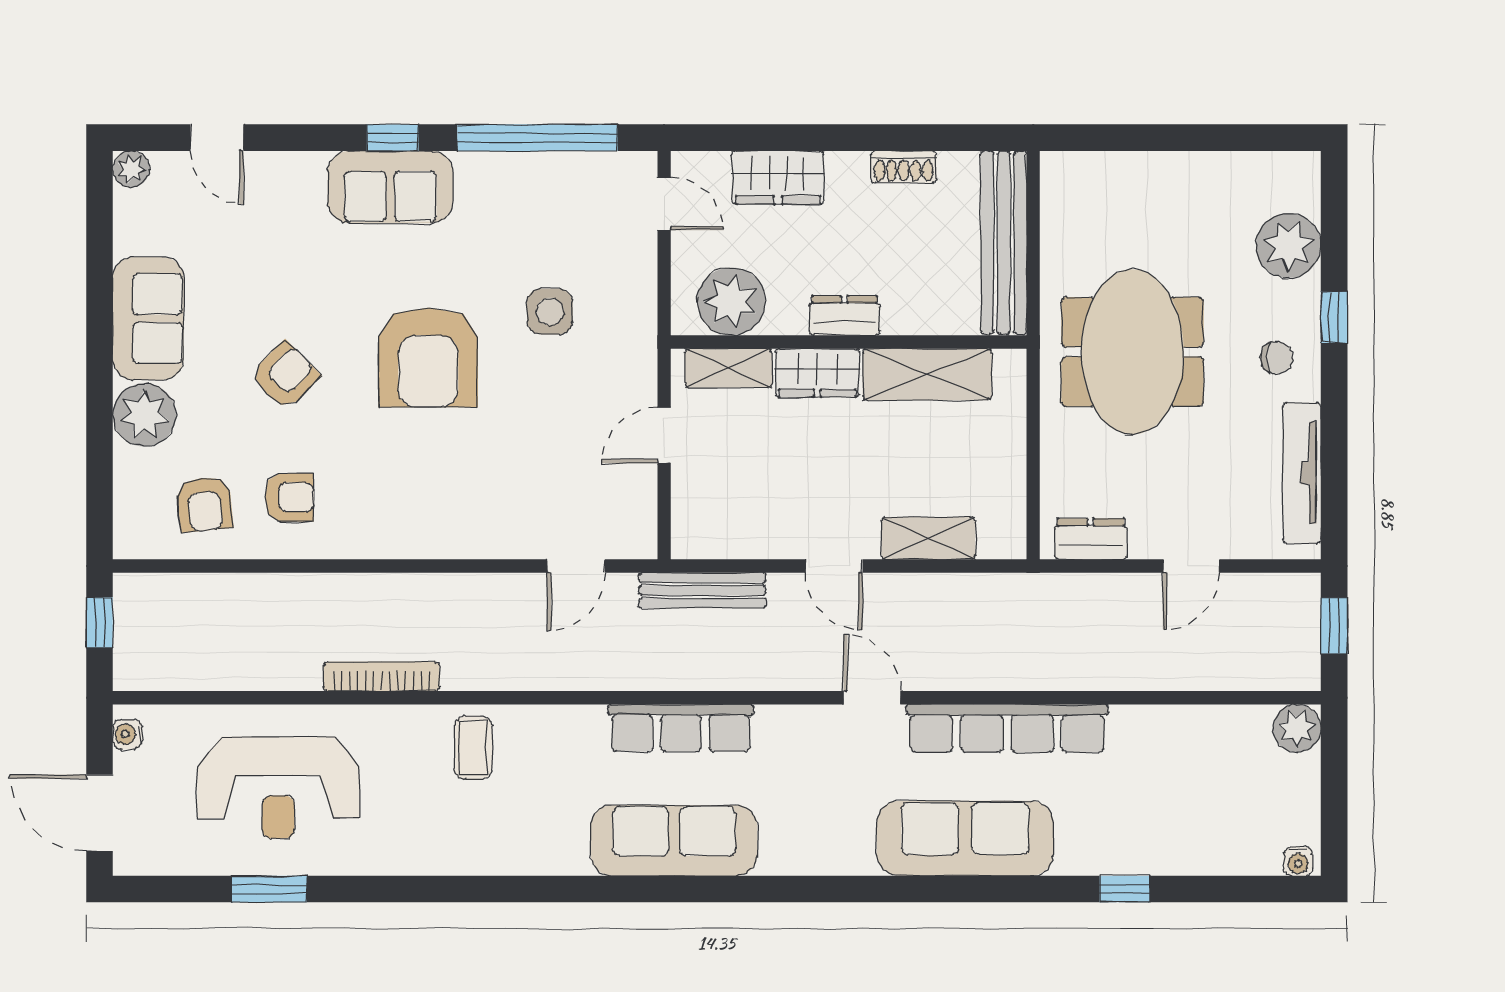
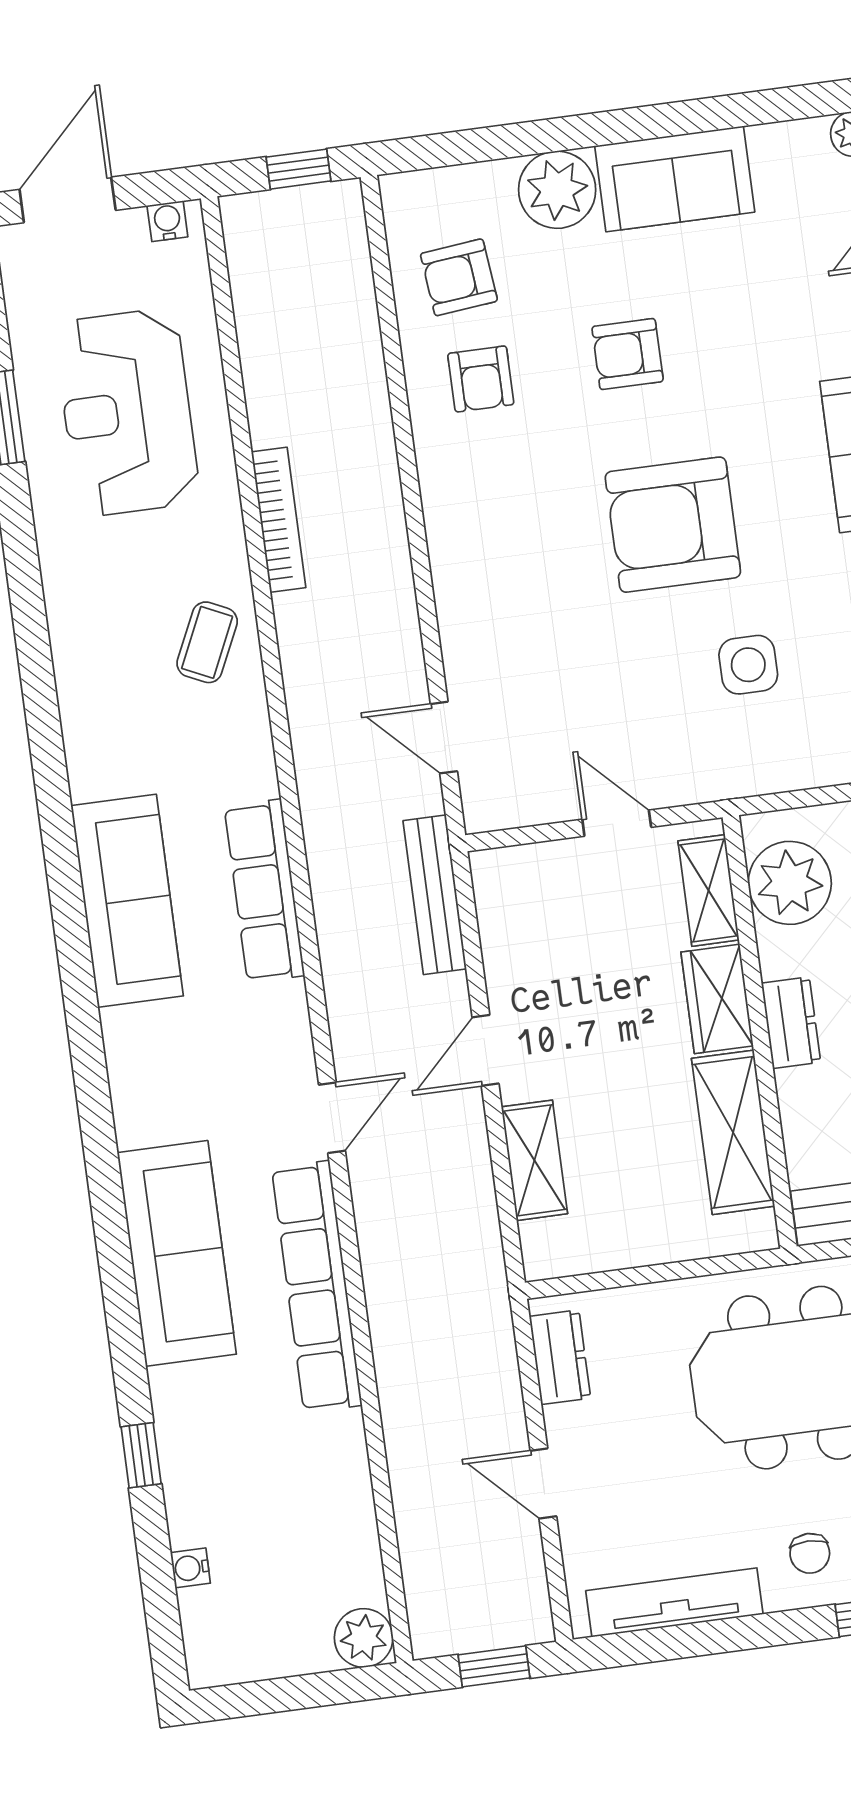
armchair: (285, 376) -> (628, 354), turned 135
coffee table: (473, 748) -> (207, 642), turned -65
water cooler: (1298, 861) -> (190, 1568), moved

